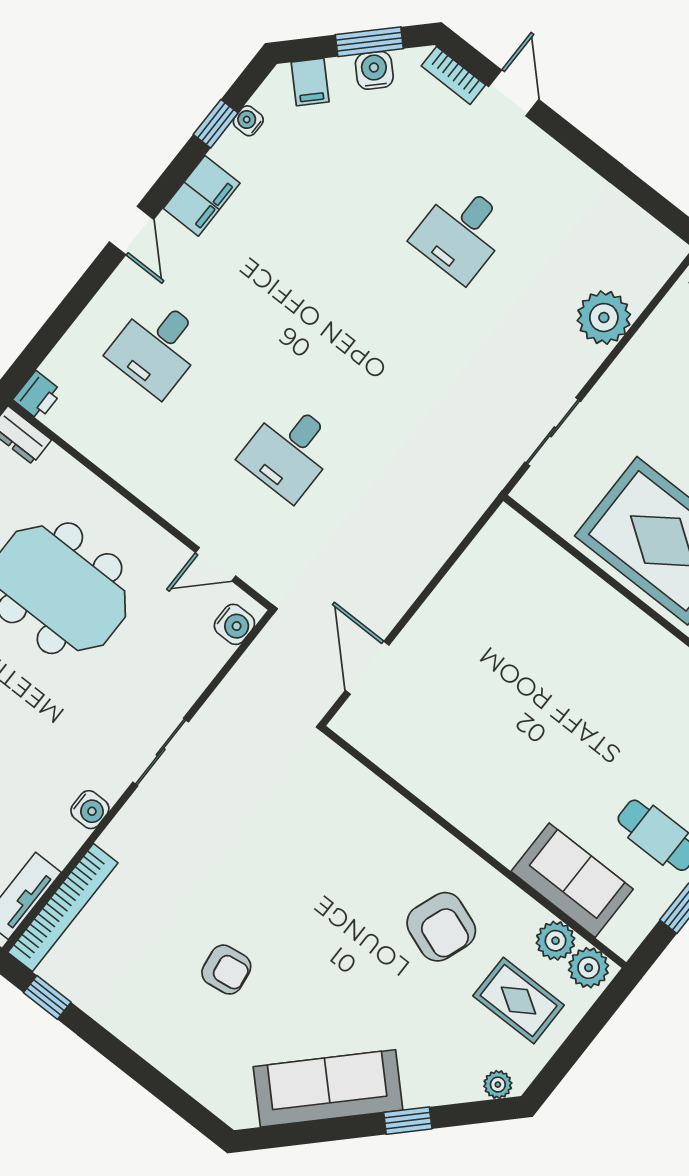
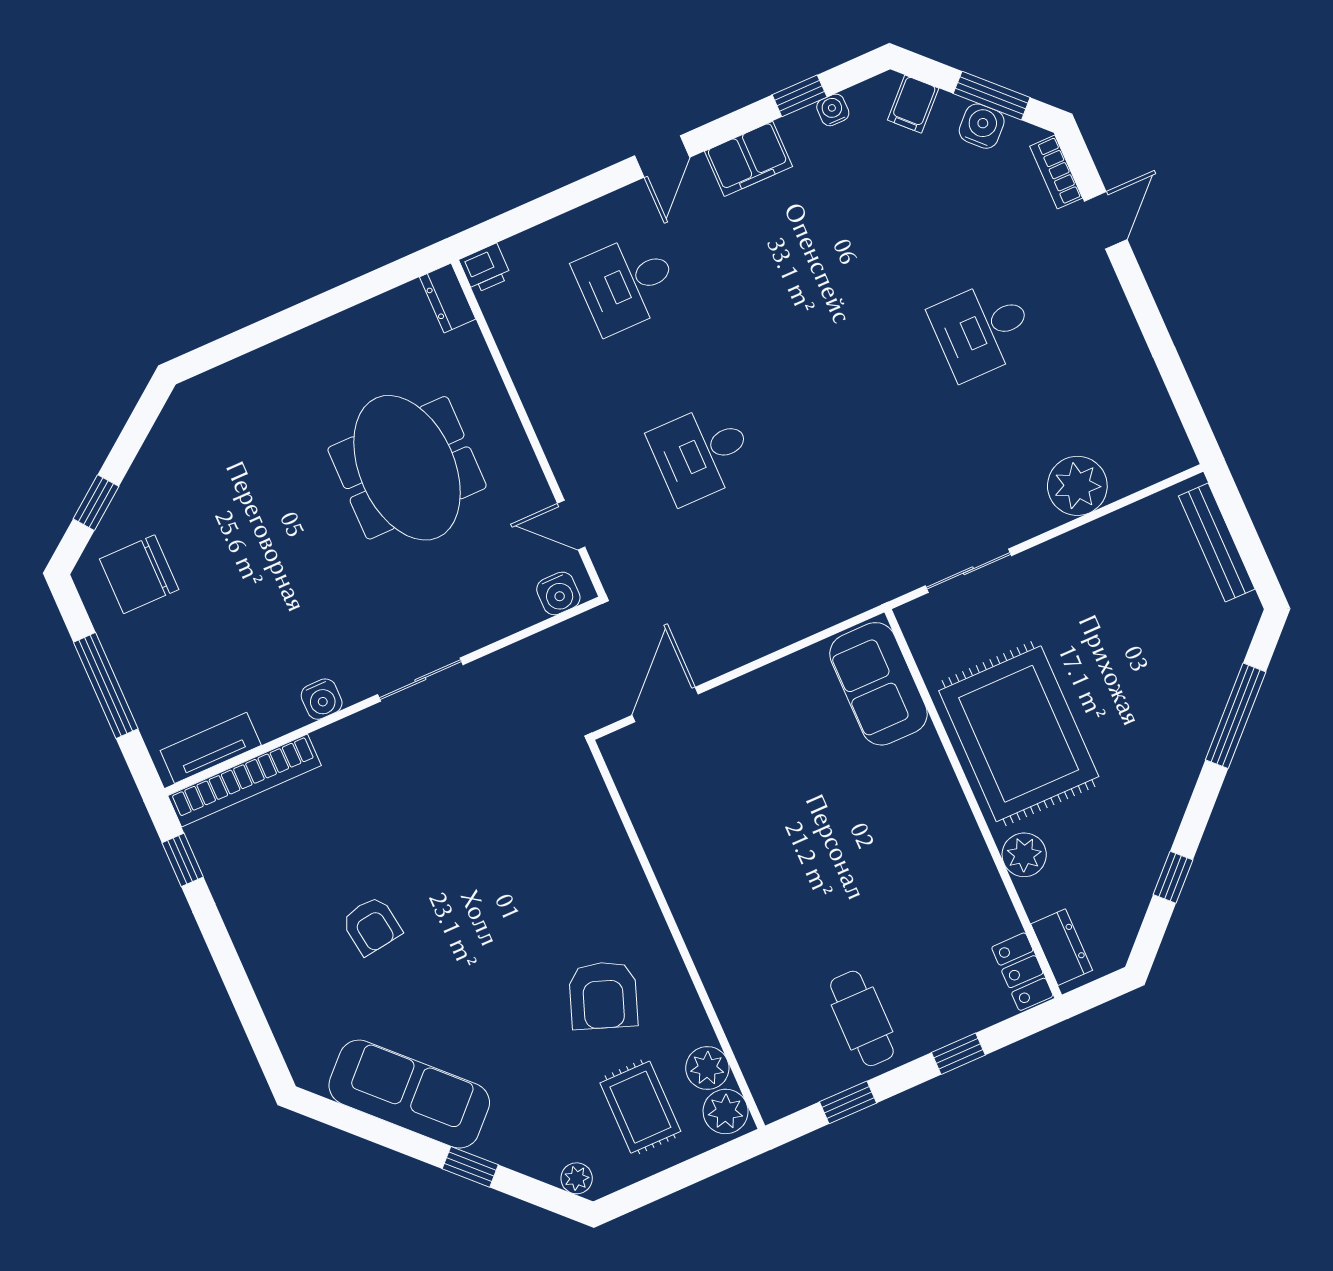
sofa: (572, 880) -> (879, 684), moved, turned 180

